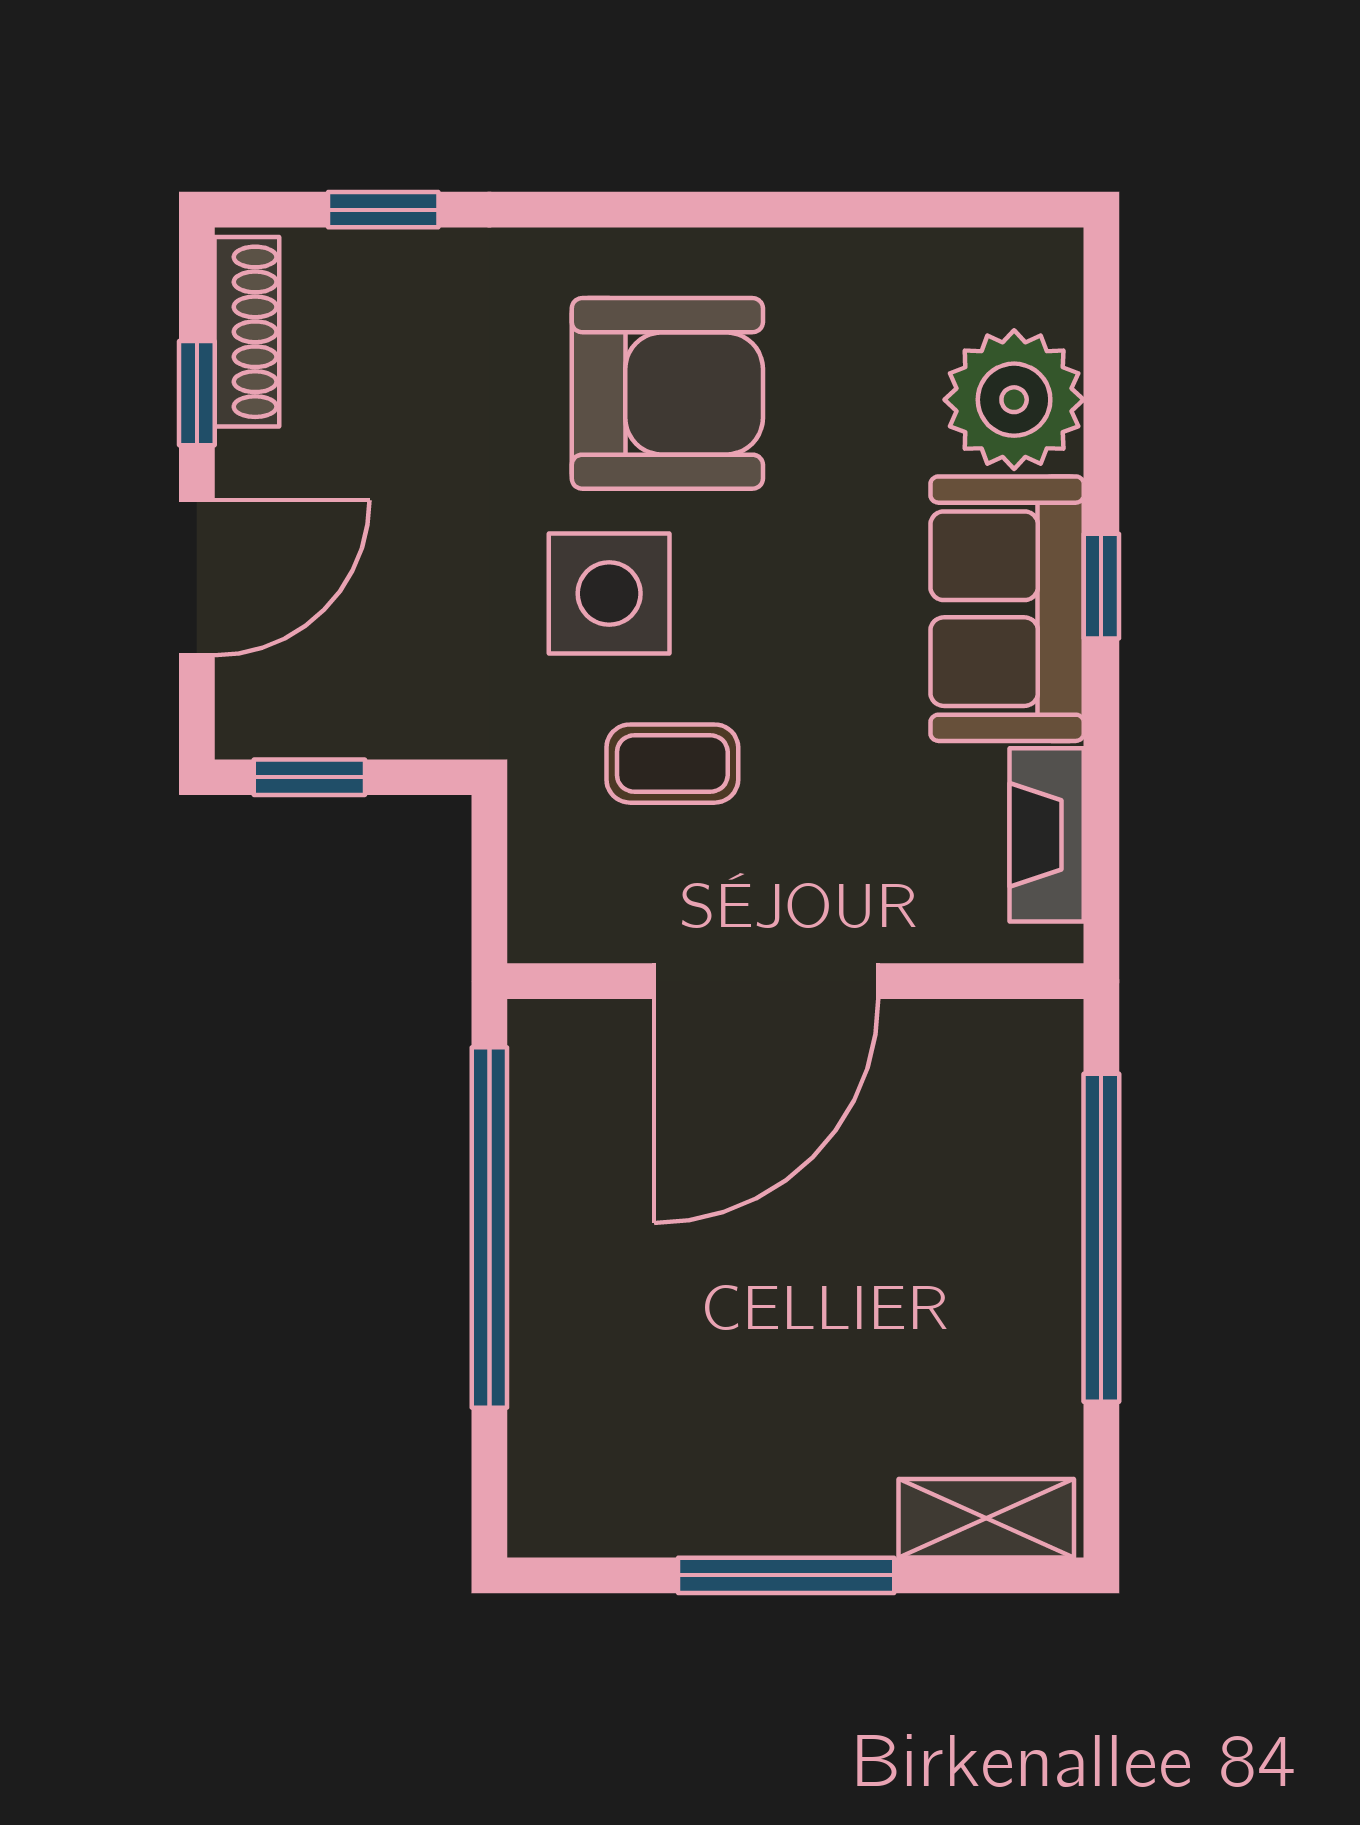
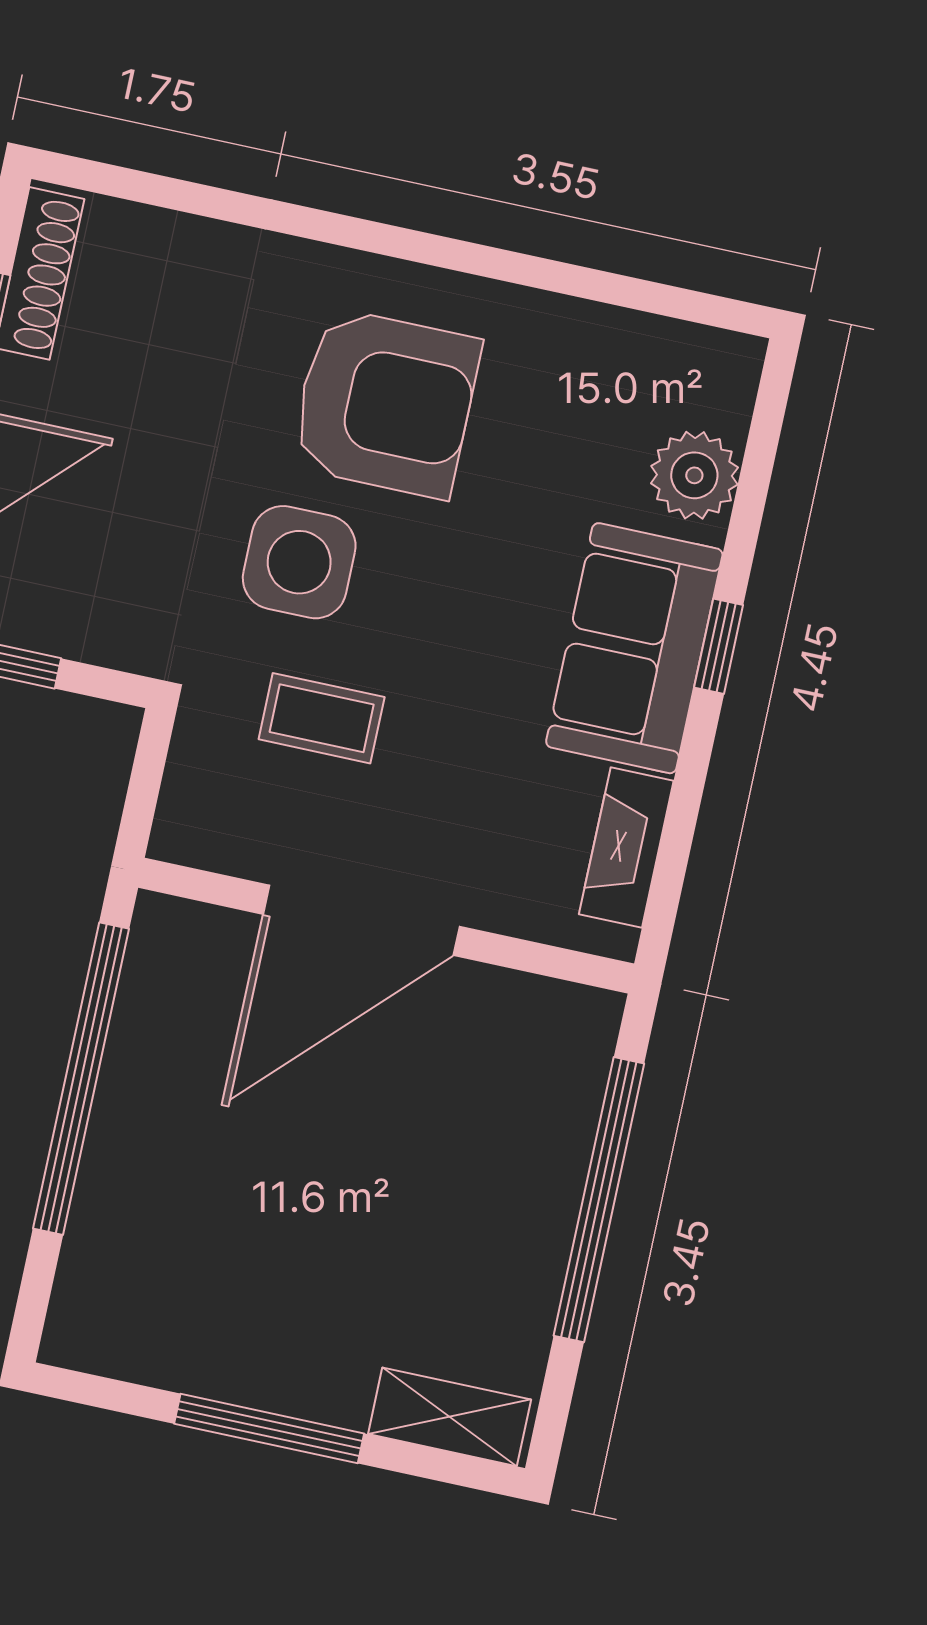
window: (383, 210) -> (178, 195), removed
plant: (1014, 400) -> (694, 475), width x0.73, depth x0.73

